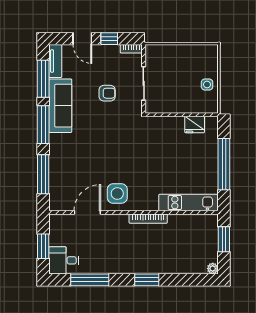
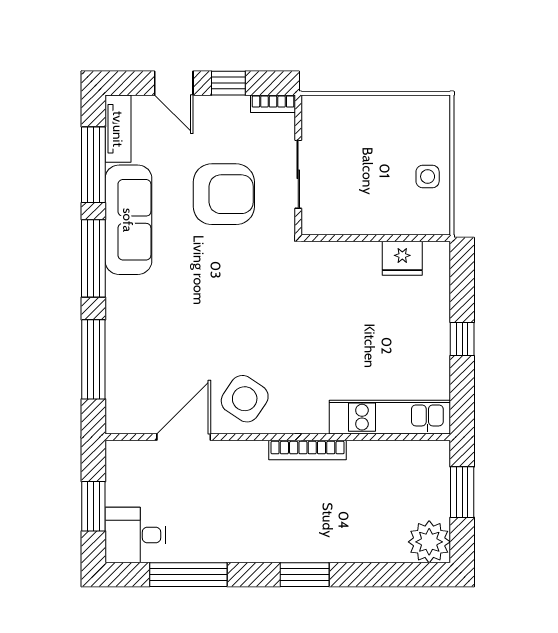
armchair: (107, 93) -> (224, 194), width x1.88, depth x1.88
window: (224, 164) -> (462, 339), width x0.32
side table: (117, 193) -> (245, 399), turned 34
plant: (213, 269) -> (429, 542), width x1.88, depth x1.88

